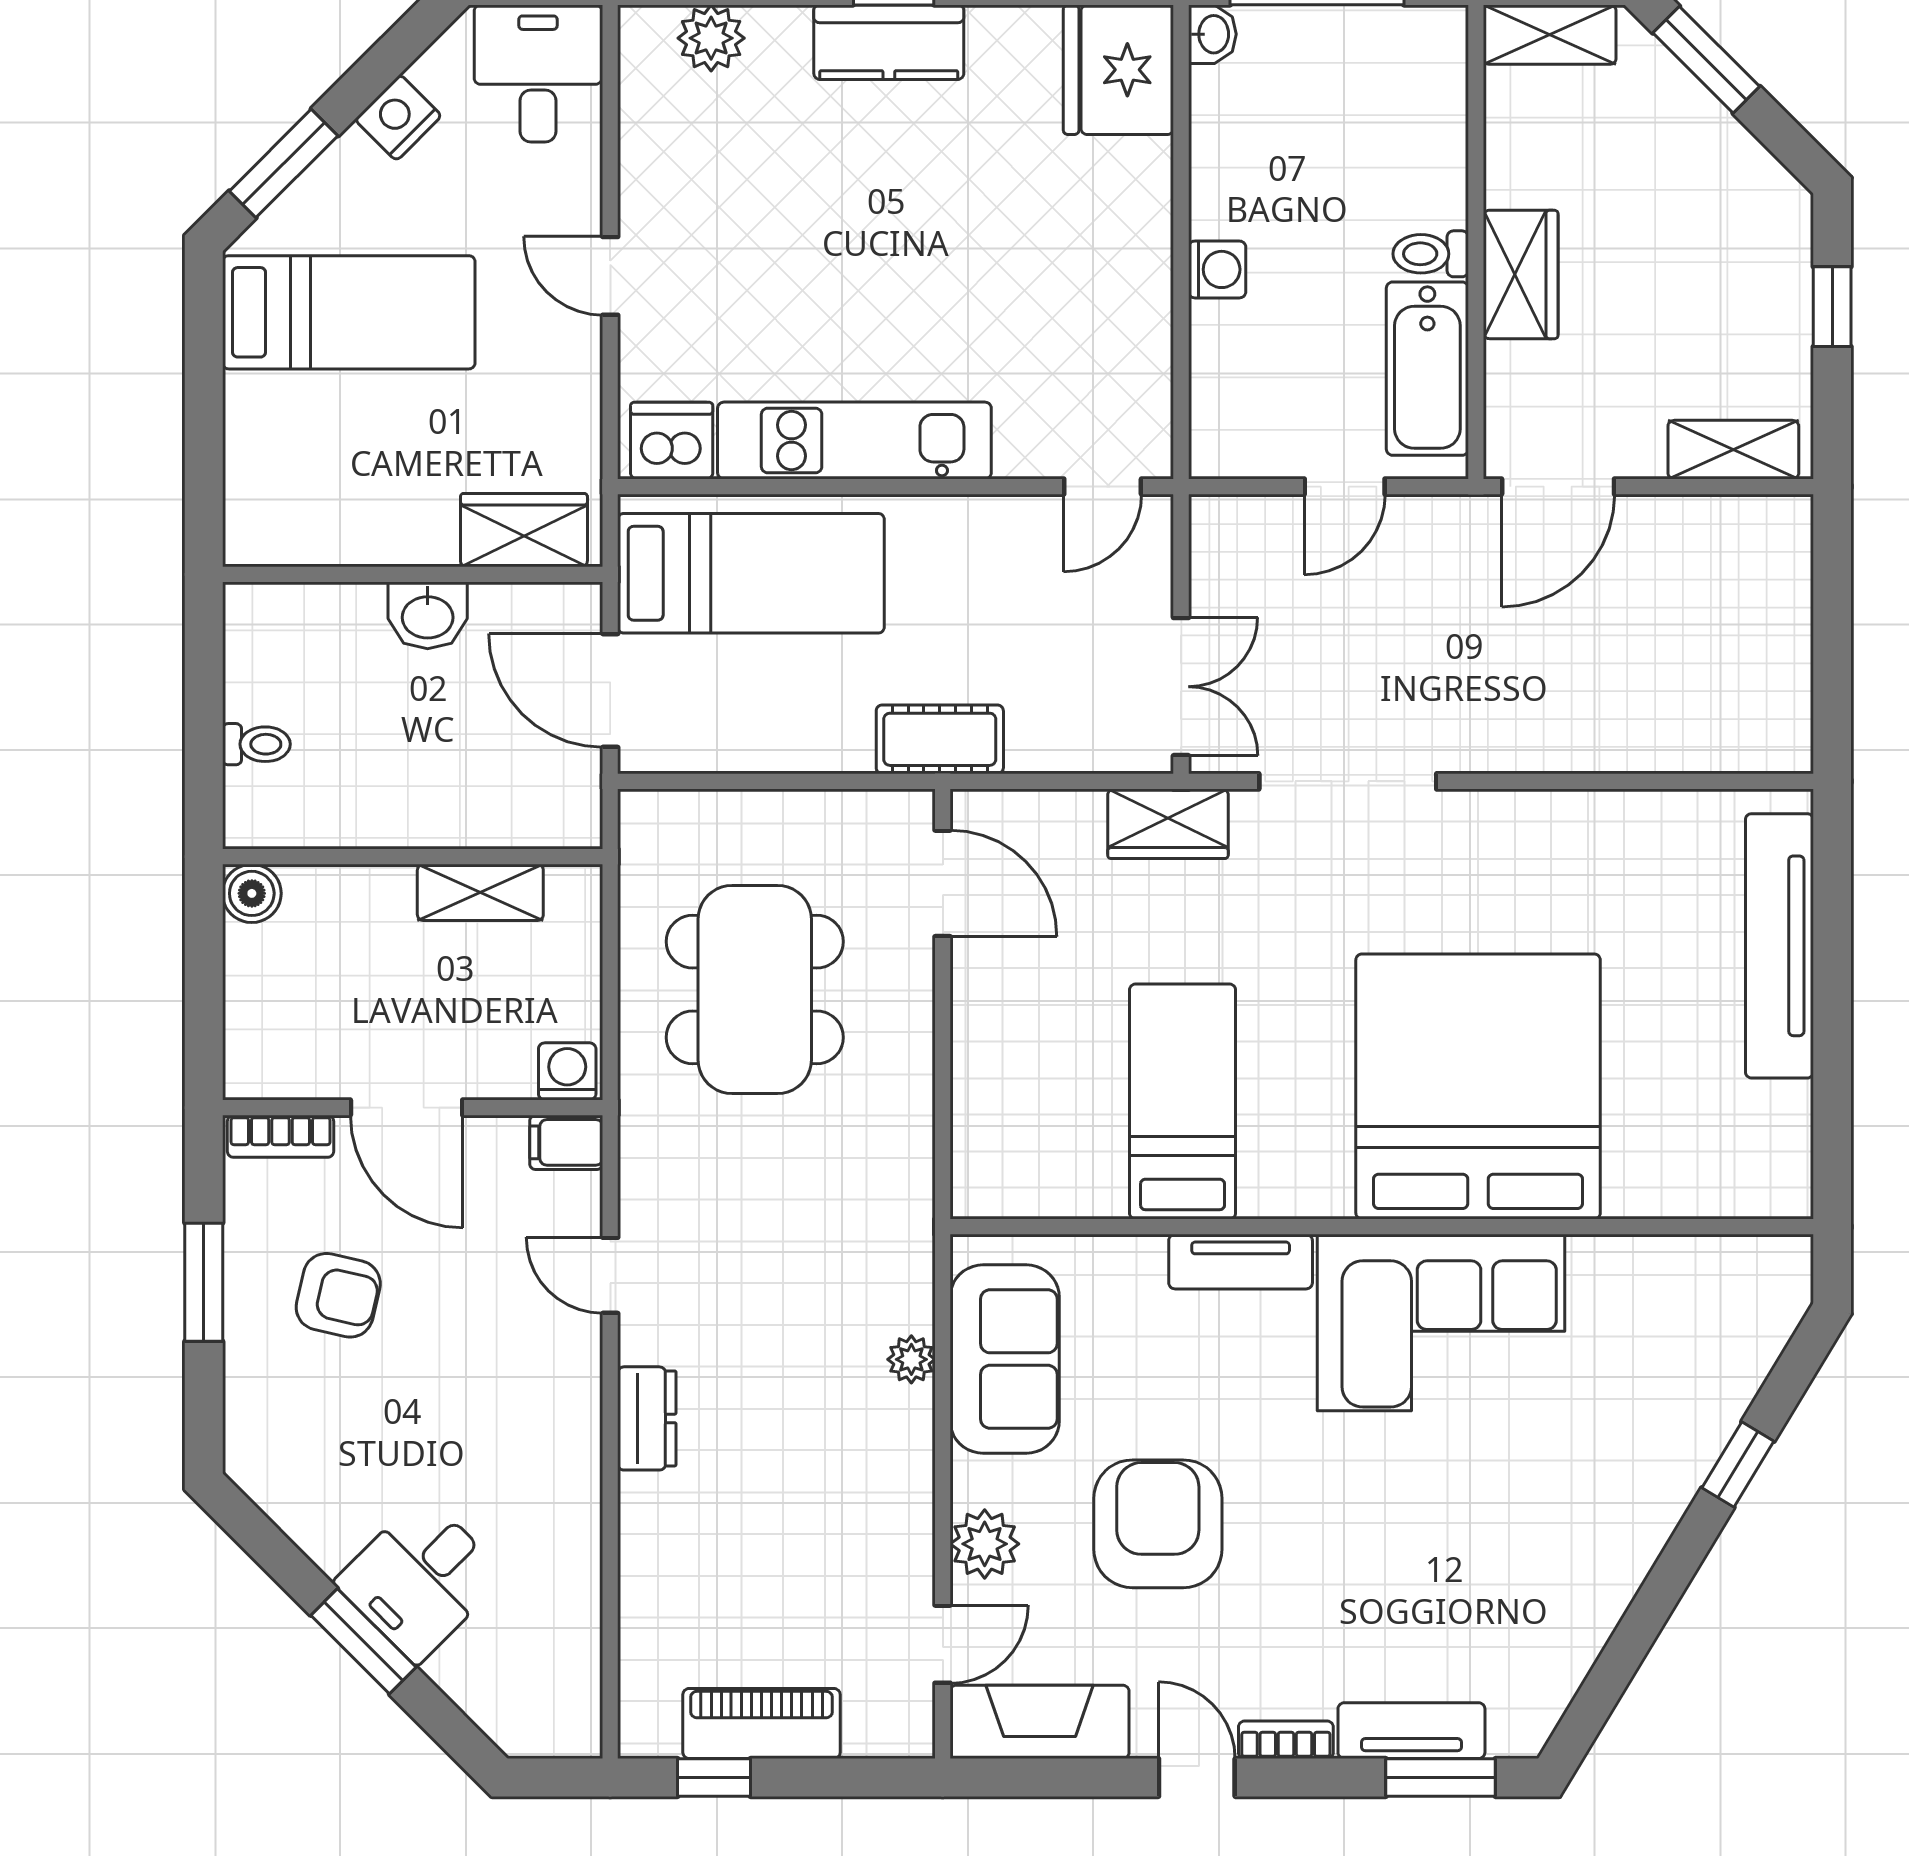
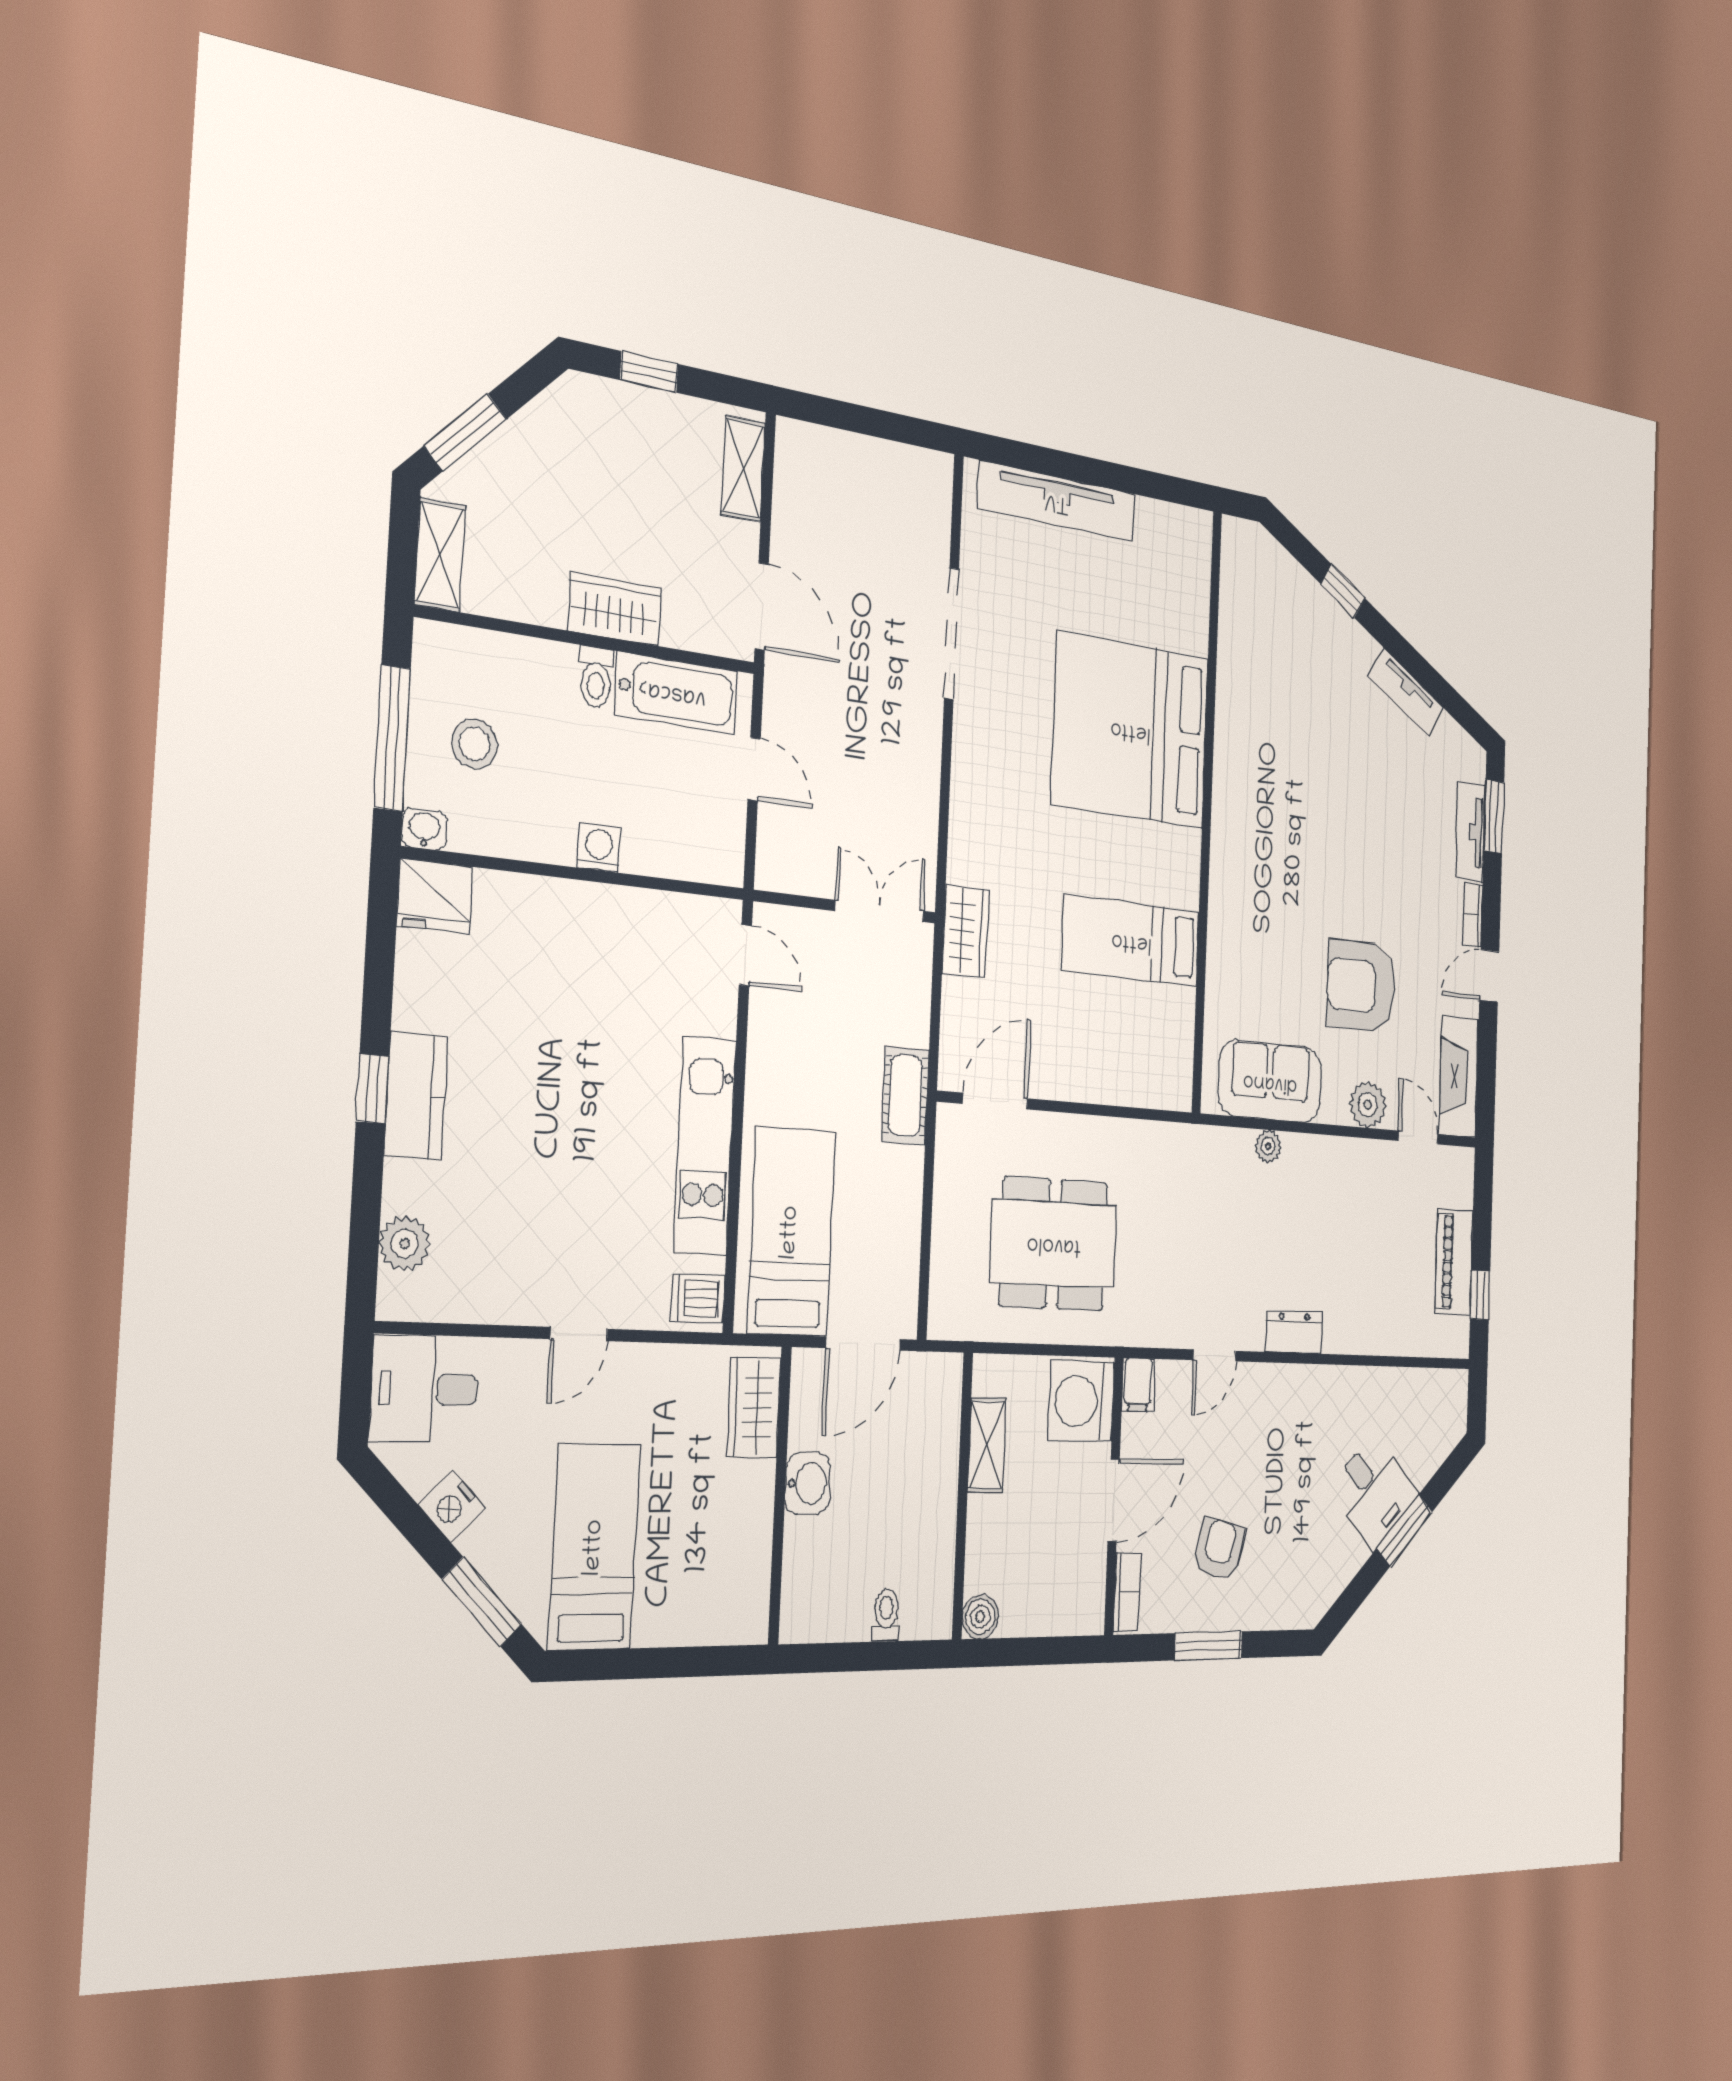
fridge: (1118, 70) -> (435, 896), width x0.73, depth x0.75
stool: (1325, 94) -> (475, 744), added
dishwasher: (672, 441) -> (698, 1298), width x0.73
doorway: (1348, 781) -> (951, 633), moved
washing machine: (567, 1071) -> (1081, 1401), width x1.89, depth x1.89
tv unit: (1241, 1262) -> (1406, 692), moved, turned 121
corner sofa: (1441, 1323) -> (1261, 778), removed

